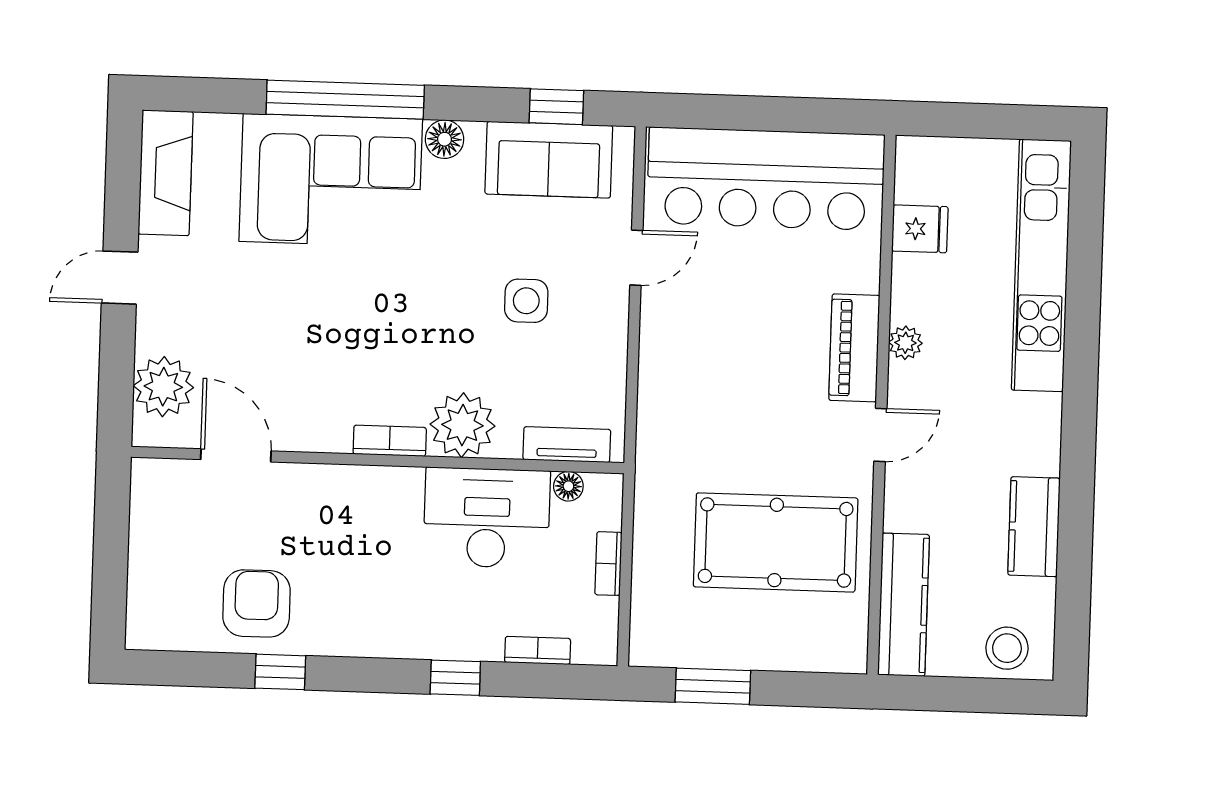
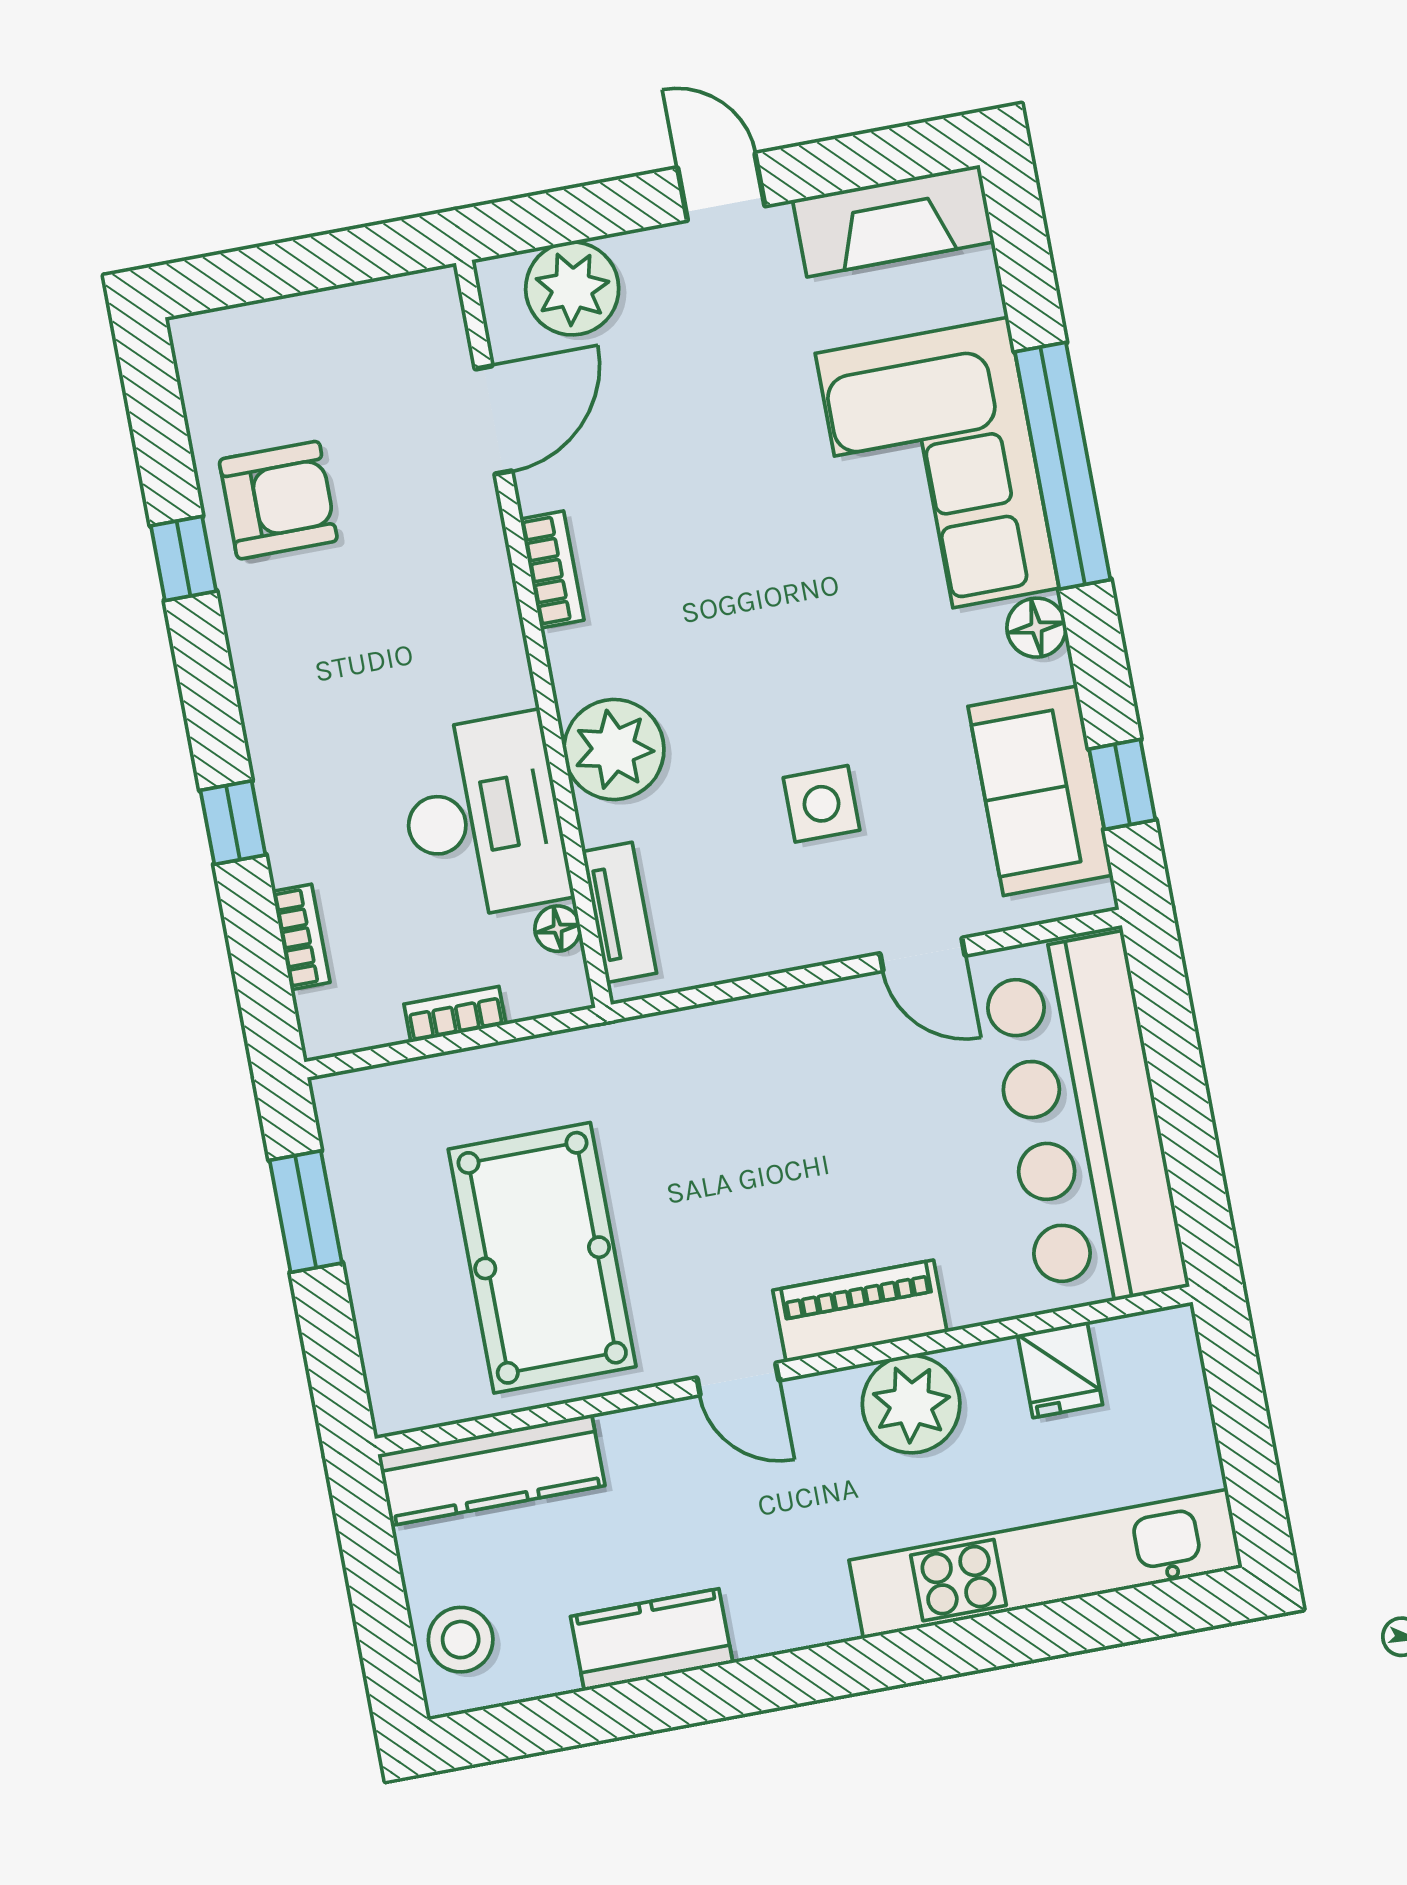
plant: (905, 343) -> (911, 1404), width x1.88, depth x1.88
bookcase: (390, 441) -> (552, 570), moved

